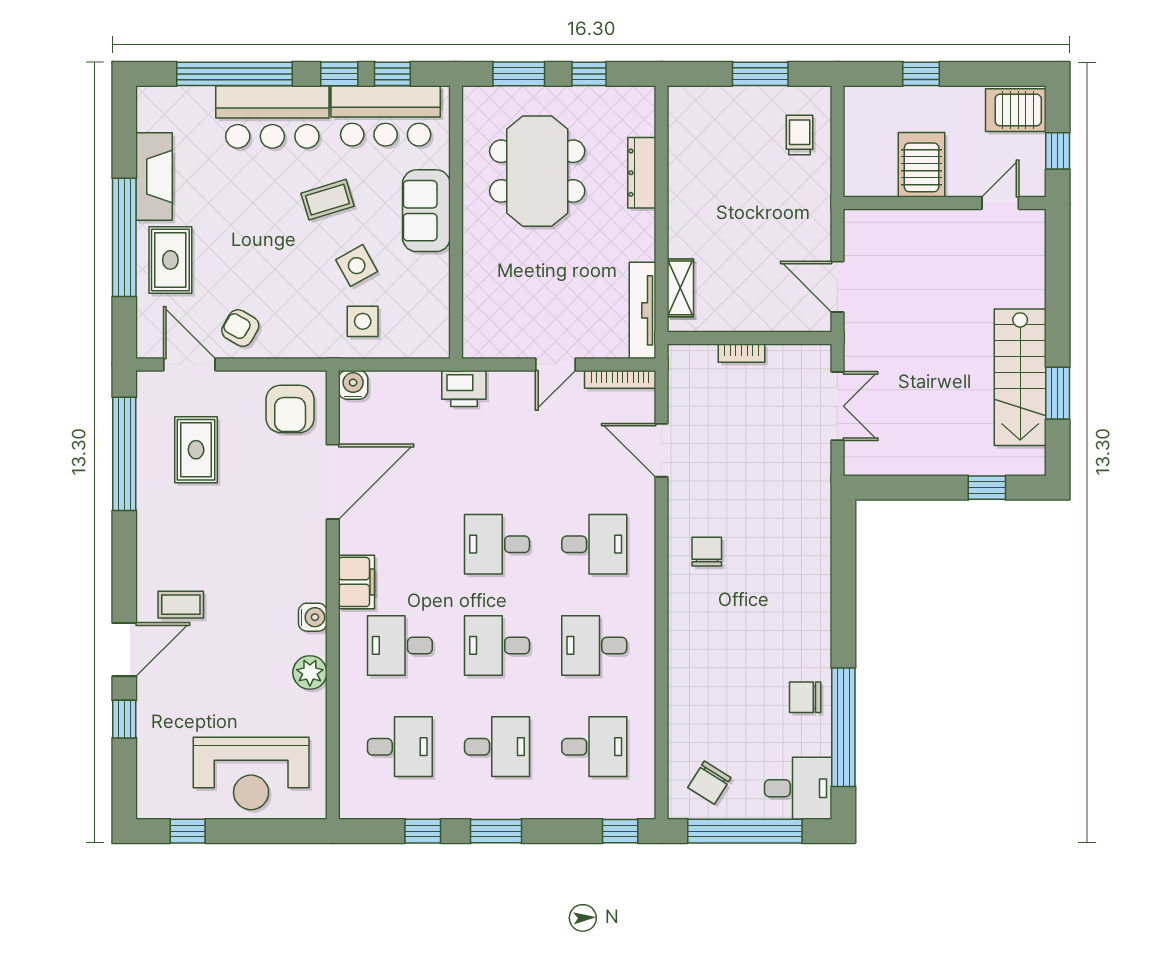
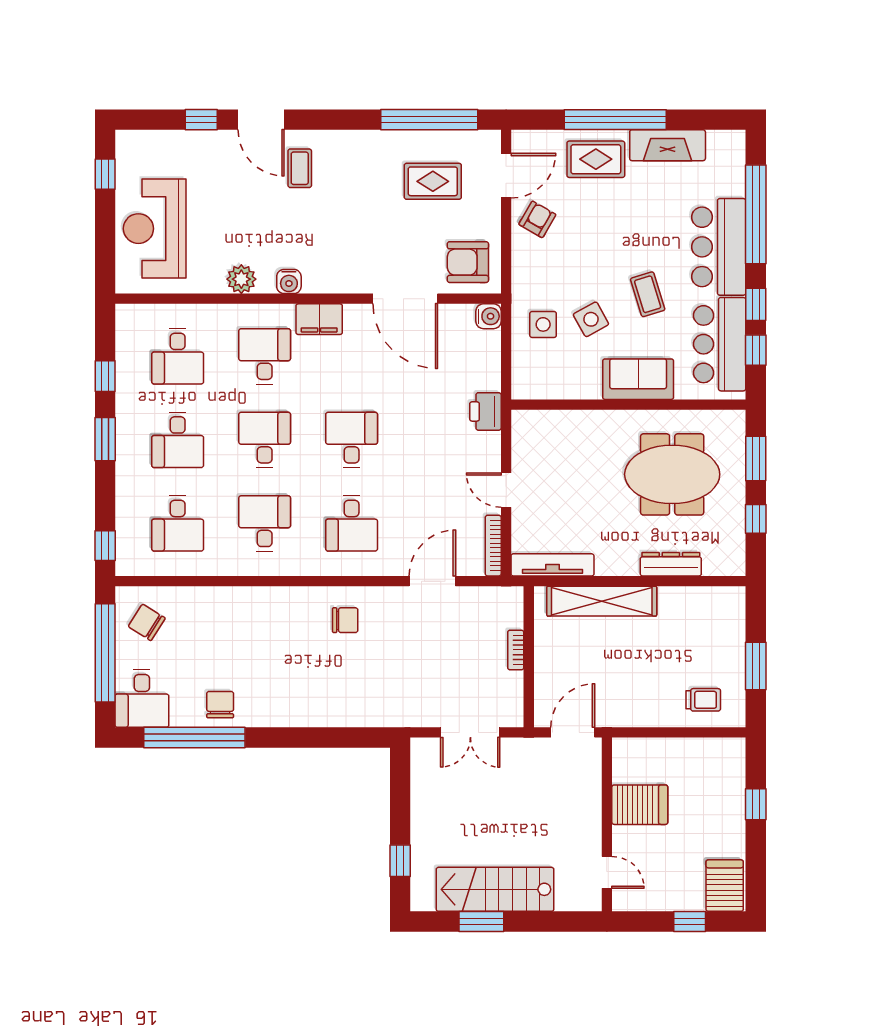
server rack: (922, 165) -> (640, 805), moved
wall: (945, 203) -> (607, 824), moved
door: (1000, 203) -> (607, 872), moved
shelving: (680, 288) -> (602, 601), width x2.20, depth x1.33

